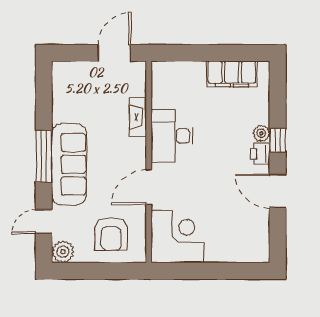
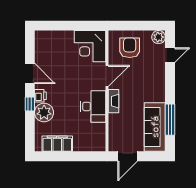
fireplace: (138, 117) -> (114, 101), moved
plant: (261, 133) -> (44, 113), width x1.88, depth x1.88
window: (44, 156) -> (170, 120), moved
sofa: (69, 164) -> (155, 127), moved

